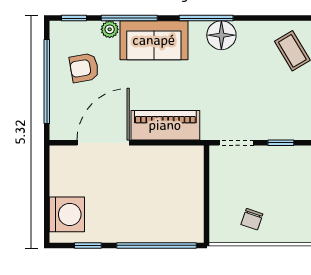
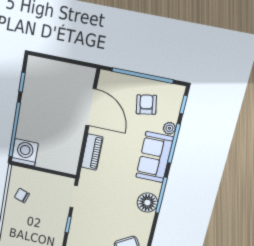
piano: (165, 125) -> (92, 152), width x0.73, depth x0.75
washing machine: (67, 214) -> (25, 152), moved, turned 180

